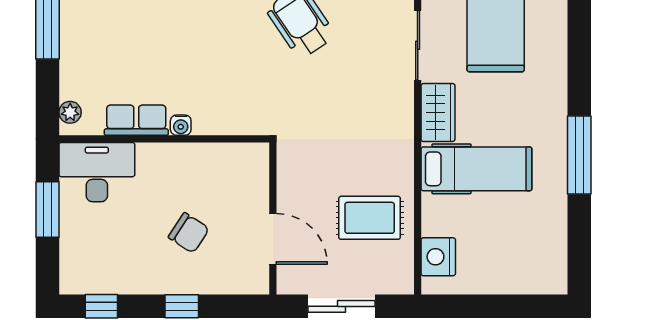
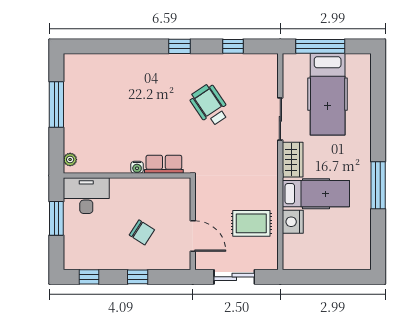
row of seats: (136, 120) -> (164, 164), moved
nightstand: (438, 257) -> (293, 222), moved

